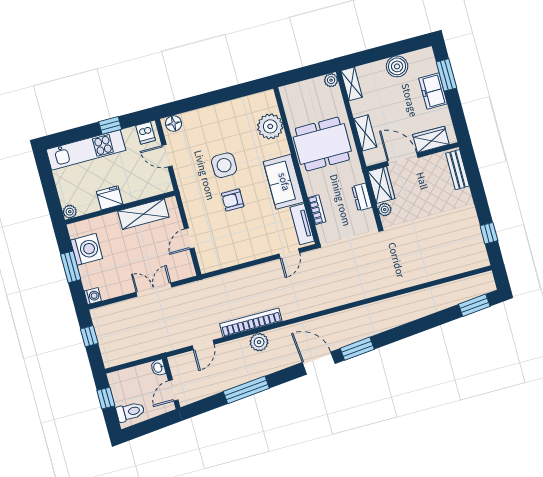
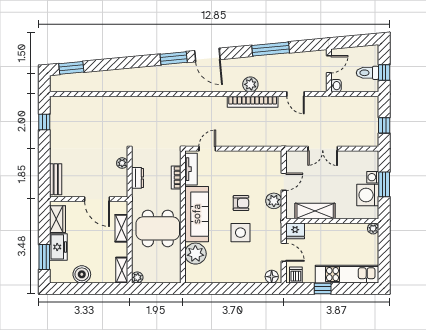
wardrobe: (431, 139) -> (58, 219), moved, turned -90
sofa: (284, 182) -> (197, 214), width x1.36
wardrobe: (381, 185) -> (120, 183), removed
fridge: (110, 198) -> (295, 231), moved
plant: (195, 213) -> (274, 201), added
washing machine: (93, 296) -> (373, 177), moved
door: (203, 345) -> (295, 94), swing flipped
toilet: (130, 412) -> (368, 73), moved

